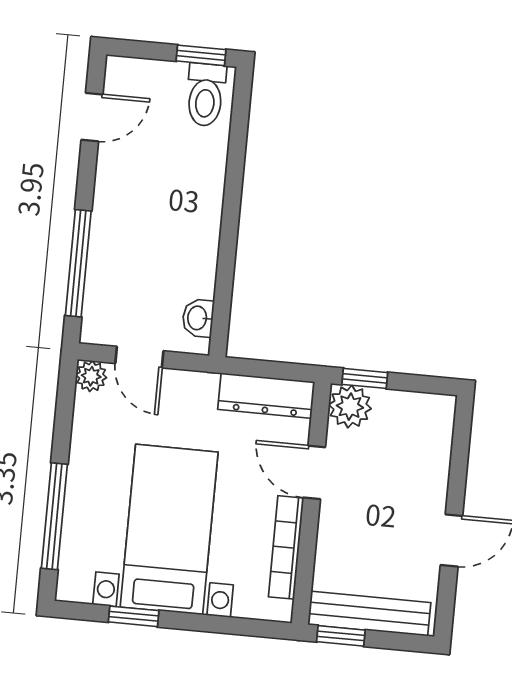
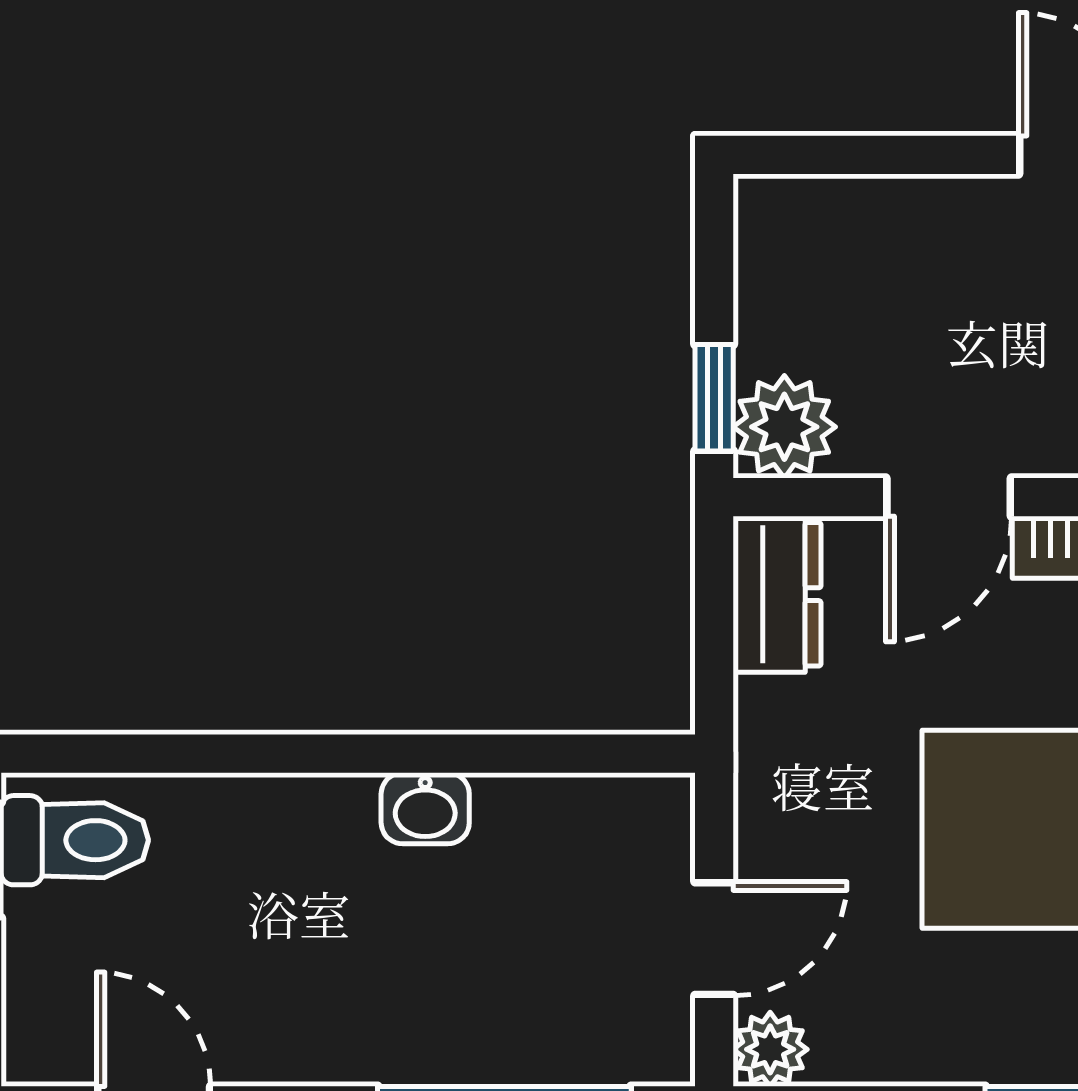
washbasin: (198, 318) -> (425, 808), moved
dresser: (266, 396) -> (777, 594), width x0.70

